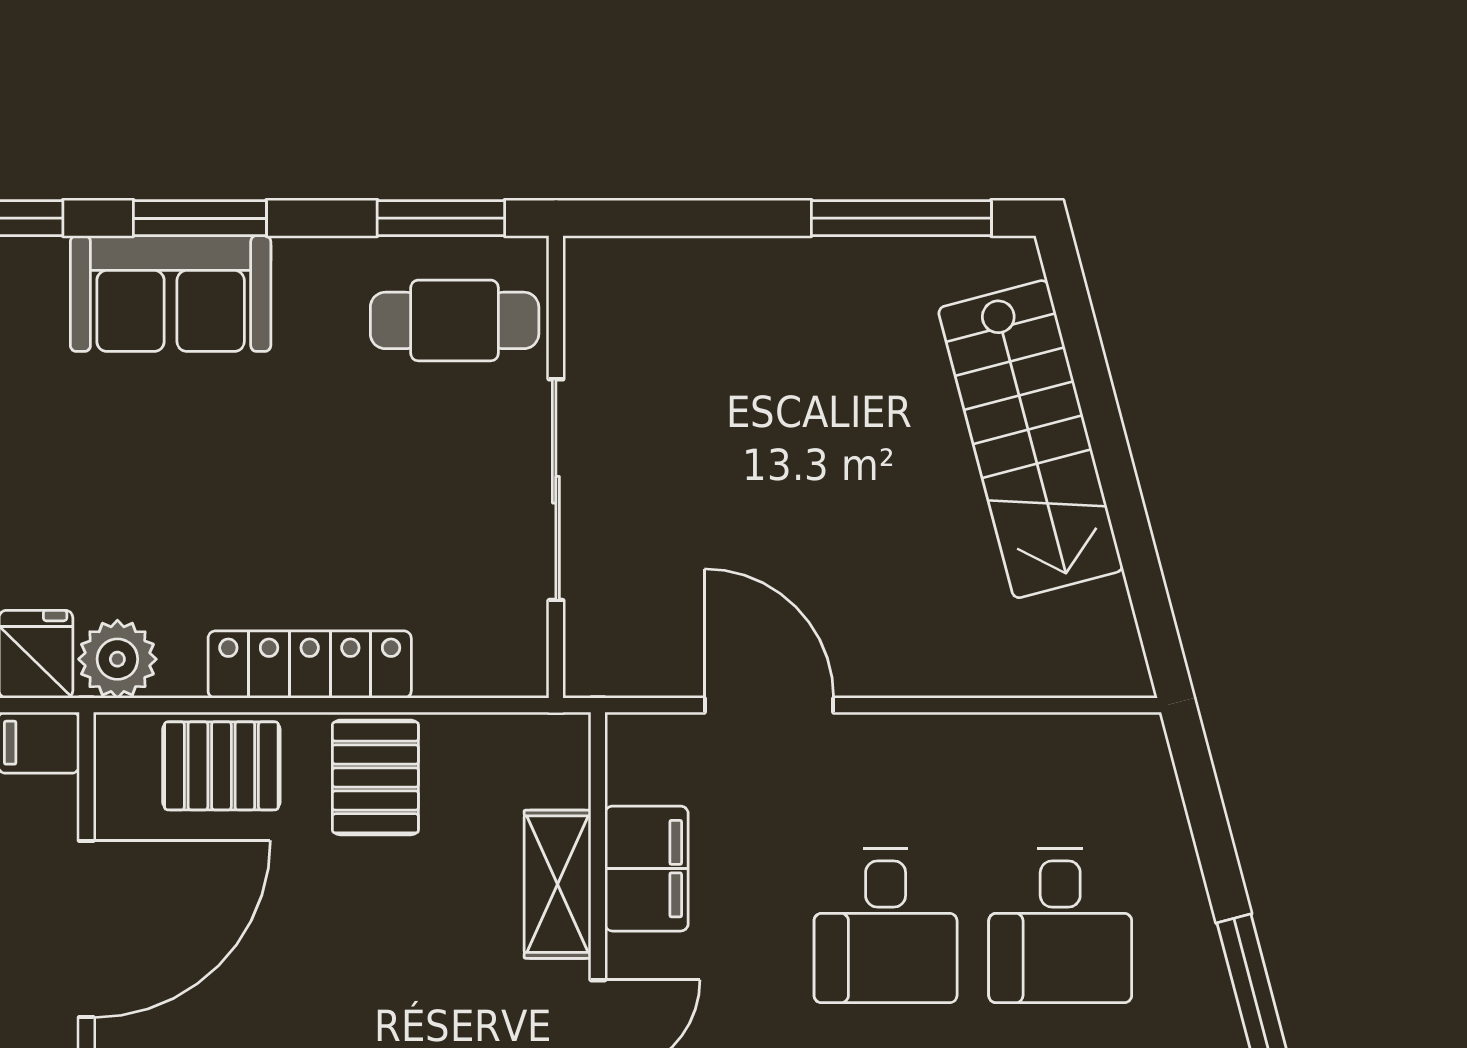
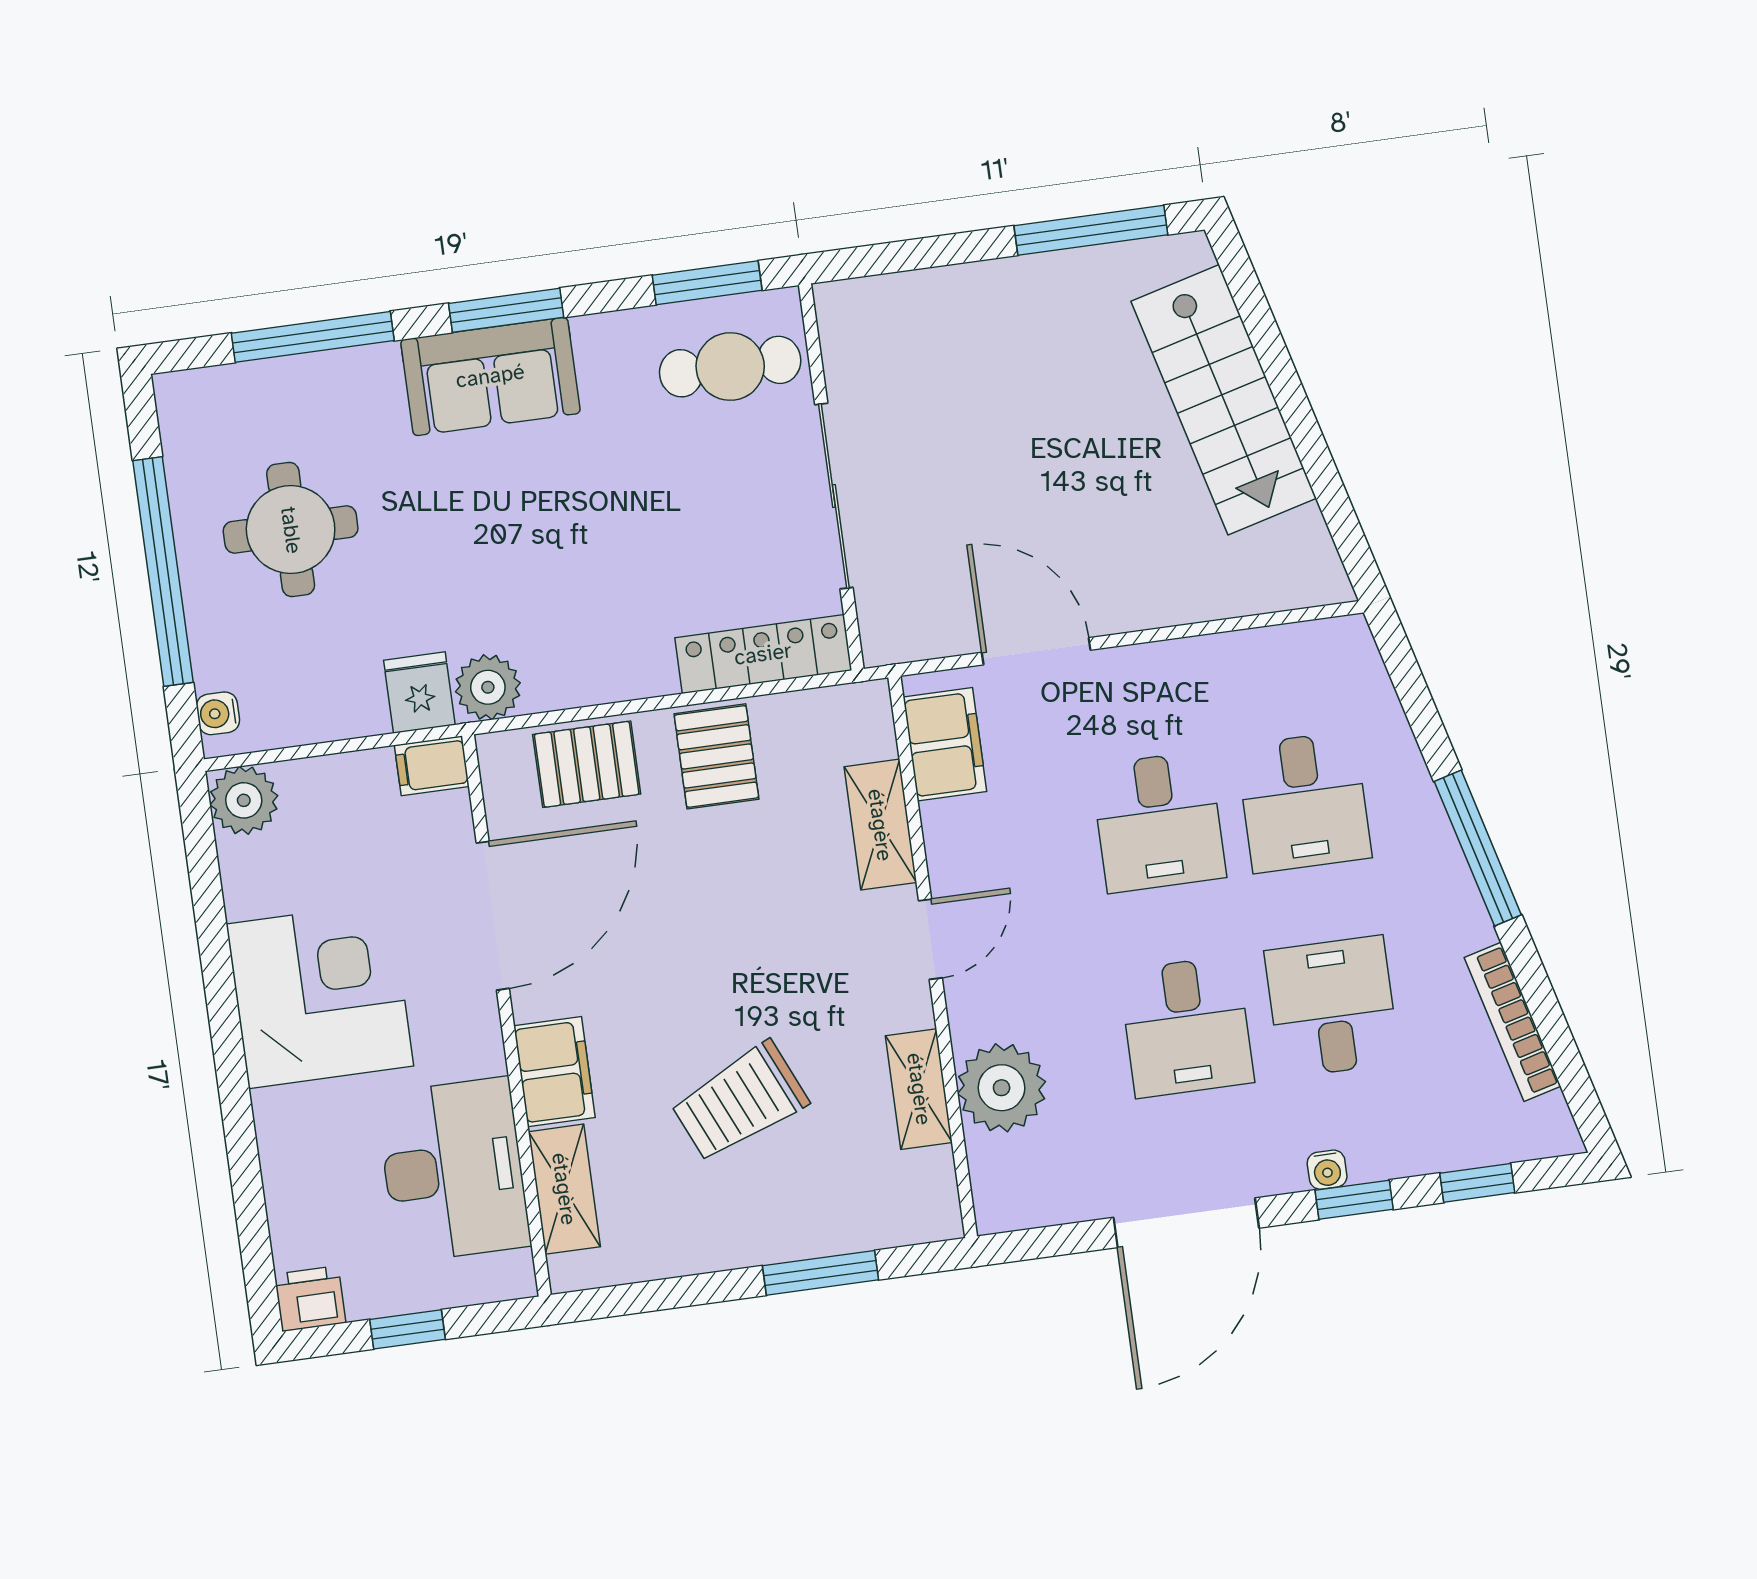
locker: (310, 665) -> (763, 654), moved
filing cabinet: (647, 869) -> (945, 744), moved

